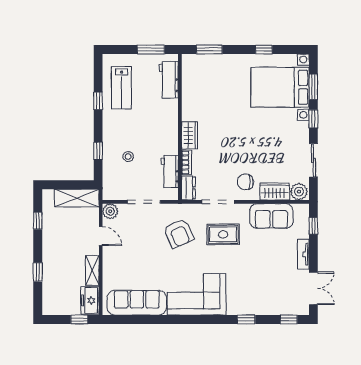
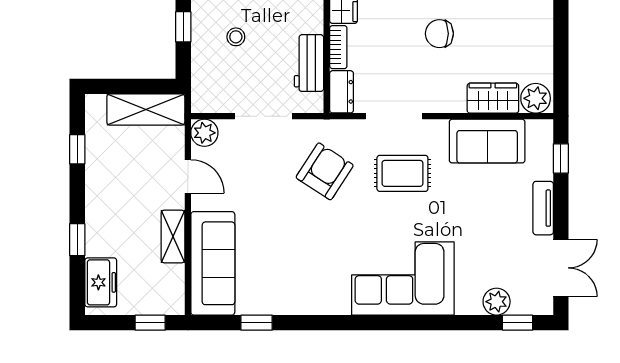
sliding door: (313, 160) -> (561, 44), removed
chair: (245, 182) -> (439, 34), moved
armchair: (179, 233) -> (325, 171), turned -123
corner sofa: (197, 294) -> (403, 279), moved
freezer: (90, 300) -> (101, 282), moved, turned 180
sofa: (137, 303) -> (213, 263), moved, turned 90
plant: (277, 307) -> (497, 302), added
window: (246, 319) -> (257, 323), moved

